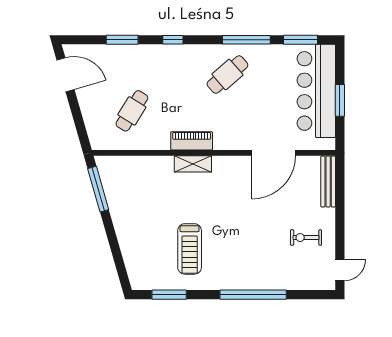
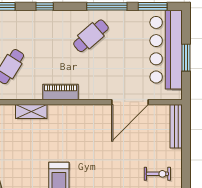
shelving: (193, 164) -> (31, 111), moved
exercise bike: (306, 238) -> (157, 174), turned 180

